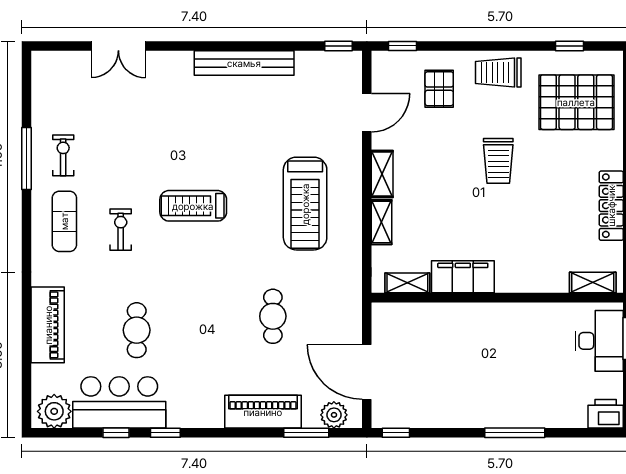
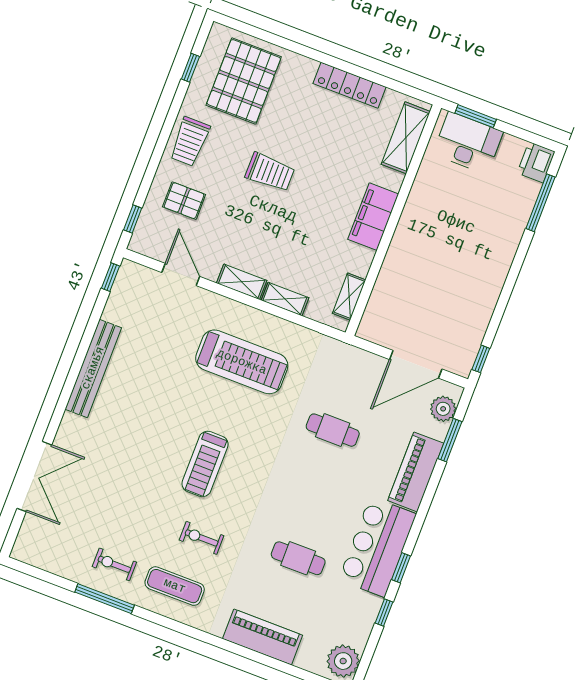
double door: (118, 46) -> (34, 477), width x1.37
filing cabinet: (463, 277) -> (373, 217), moved
shelving: (593, 283) -> (406, 138), width x1.50, depth x1.33
bar counter: (119, 402) -> (377, 547), moved
window: (515, 433) -> (540, 203), moved

